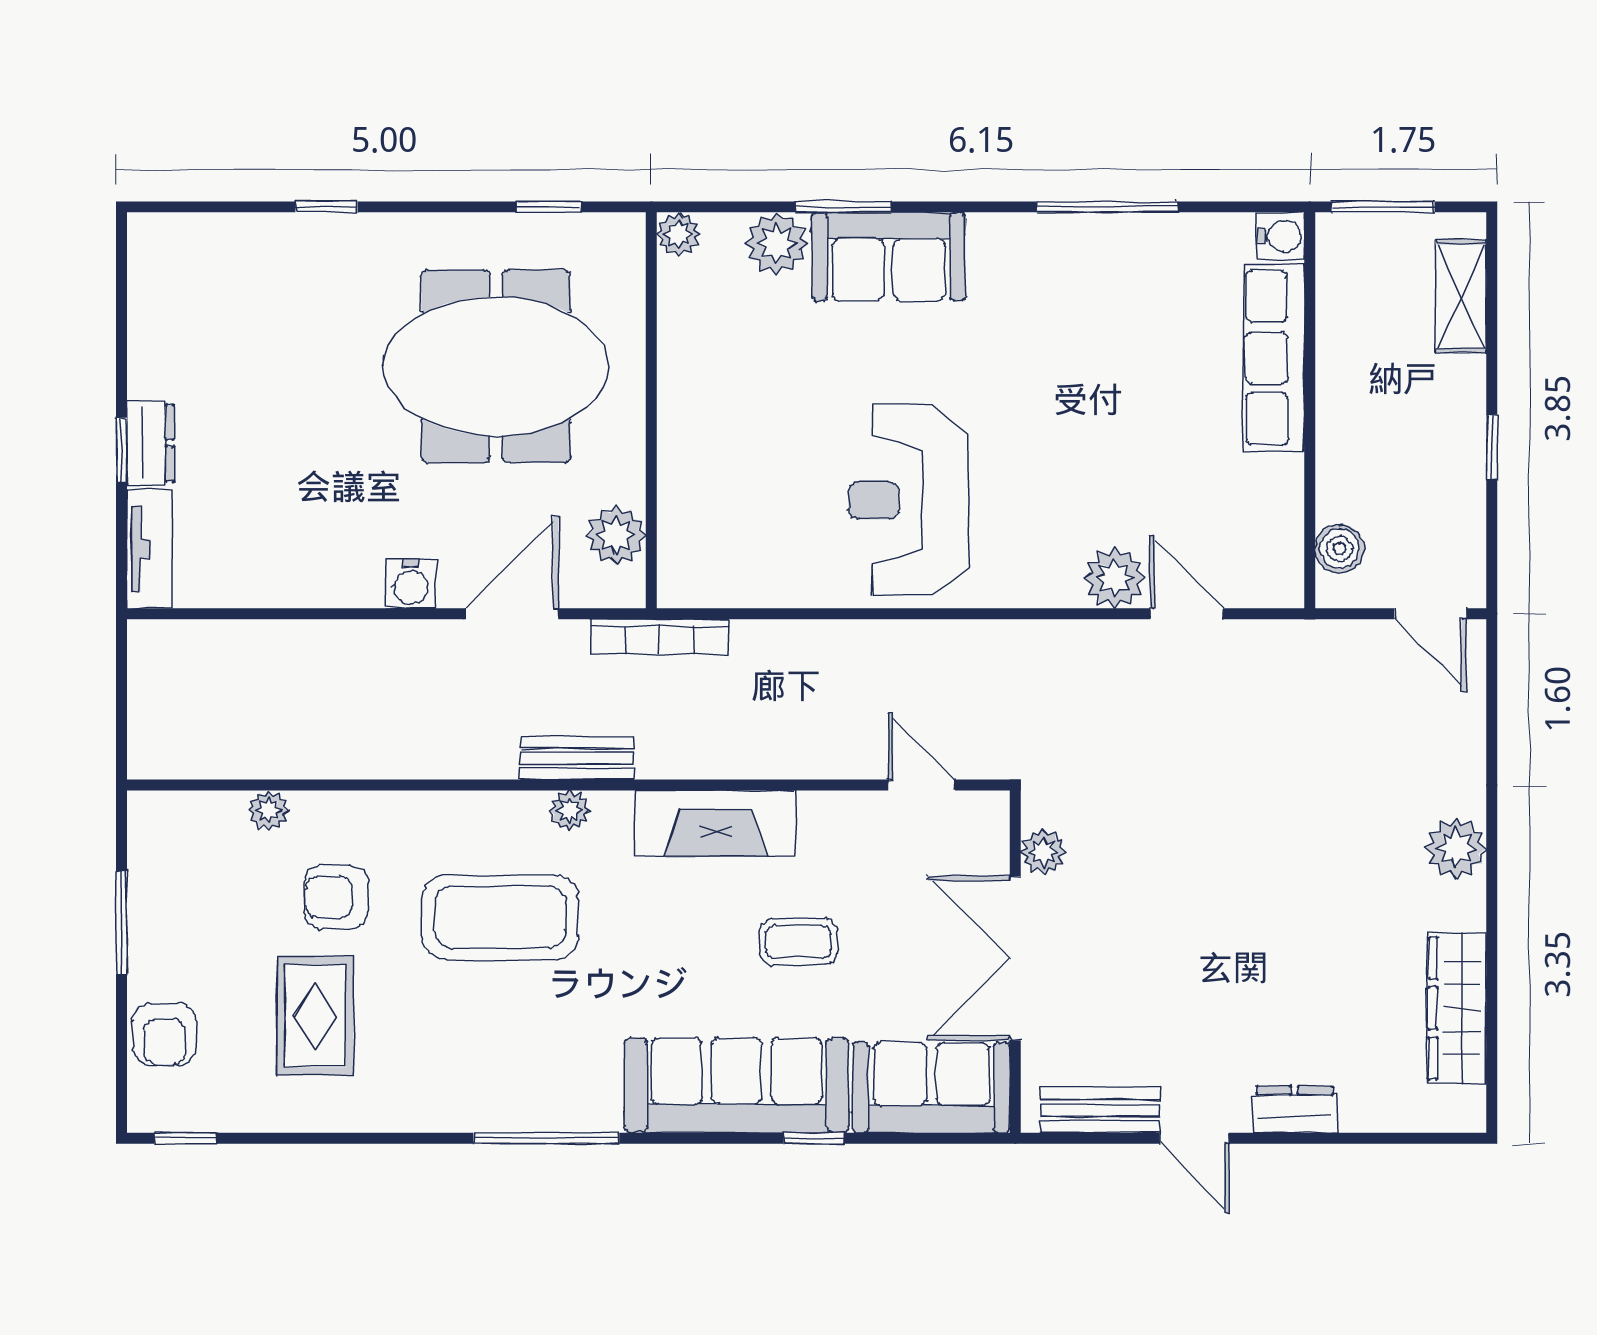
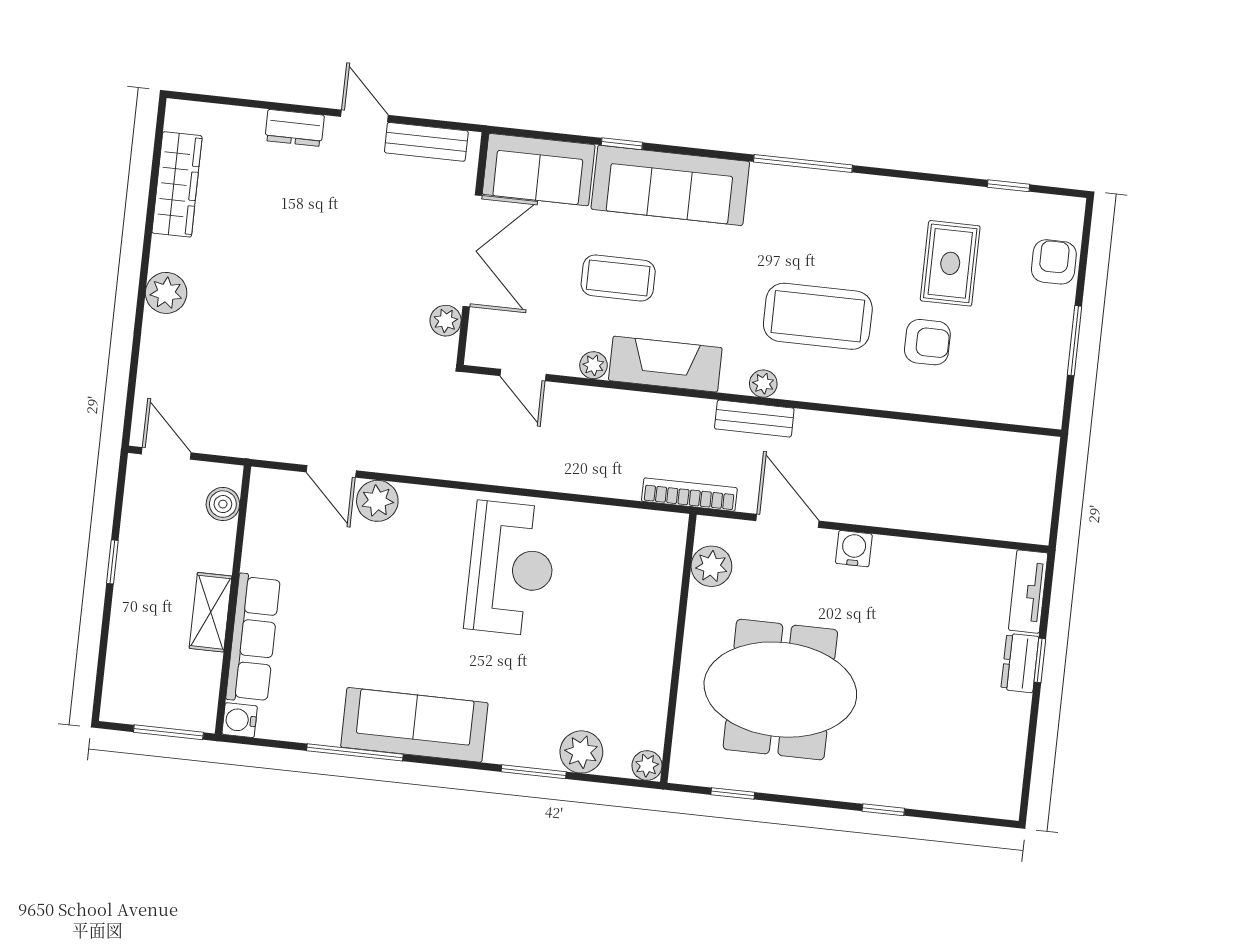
sofa: (889, 257) -> (414, 725), moved, width x1.36
shelving: (1461, 297) -> (211, 612), moved
door: (512, 614) -> (788, 521), swing flipped
plant: (269, 810) -> (593, 365), moved
coffee table: (798, 942) -> (618, 278), width x1.36, depth x1.30
window: (186, 1138) -> (1008, 186), moved

